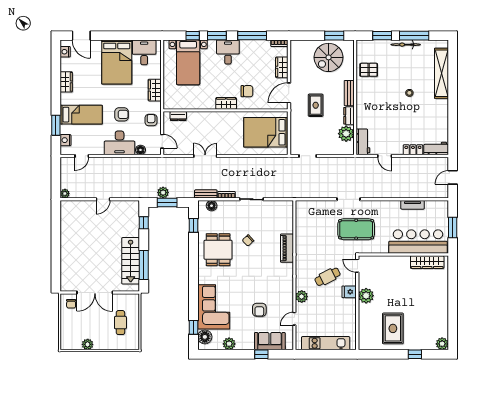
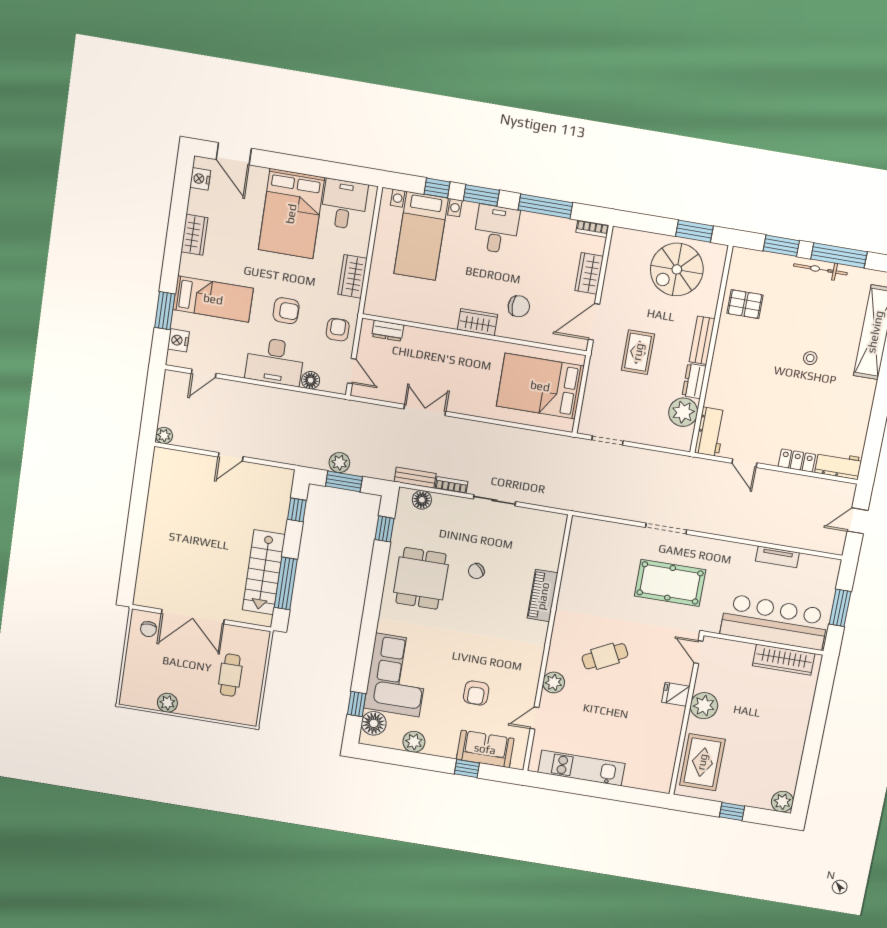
door: (357, 266) -> (698, 652), moved
fridge: (349, 292) -> (676, 694), moved
plant: (366, 296) -> (704, 706), moved
wall: (357, 303) -> (686, 715), moved

